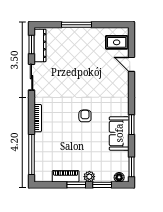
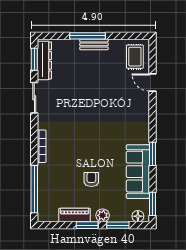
bench: (82, 32) -> (94, 44), added
rug: (117, 42) -> (135, 57), turned 90
armchair: (85, 116) -> (91, 179), moved
sofa: (119, 133) -> (138, 172), width x1.36

